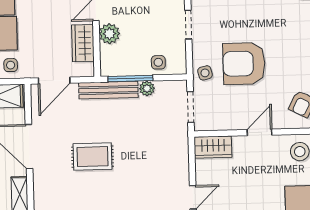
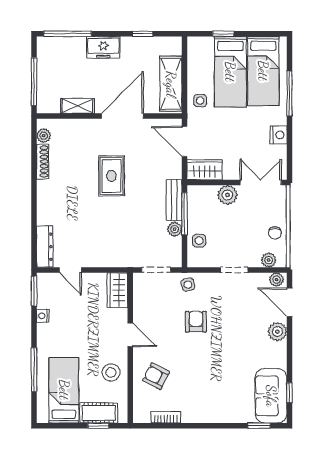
wardrobe: (83, 43) -> (205, 170), moved
armchair: (244, 64) -> (196, 322), width x0.53, depth x0.53
bench: (108, 90) -> (174, 200), width x0.73

